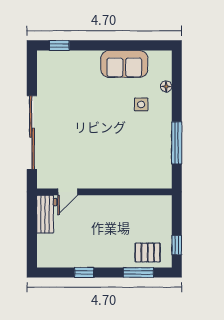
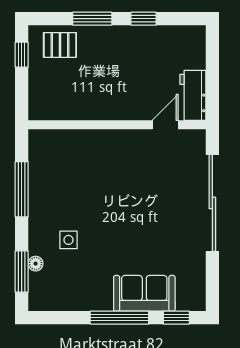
window: (102, 45) -> (119, 318), added
sofa: (124, 64) -> (144, 293), moved
window: (177, 80) -> (22, 272), added
window: (138, 272) -> (92, 19), moved

